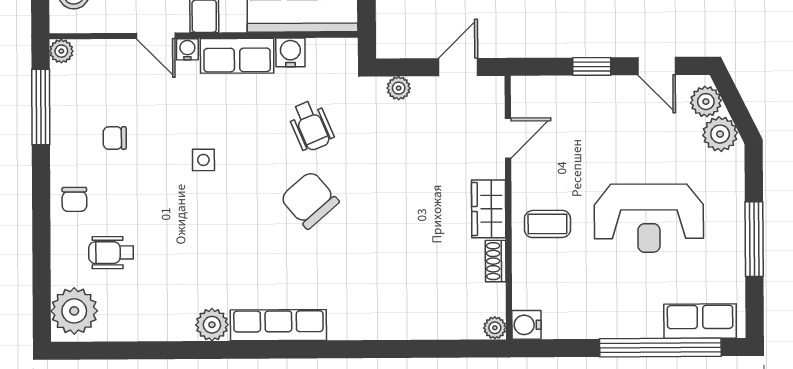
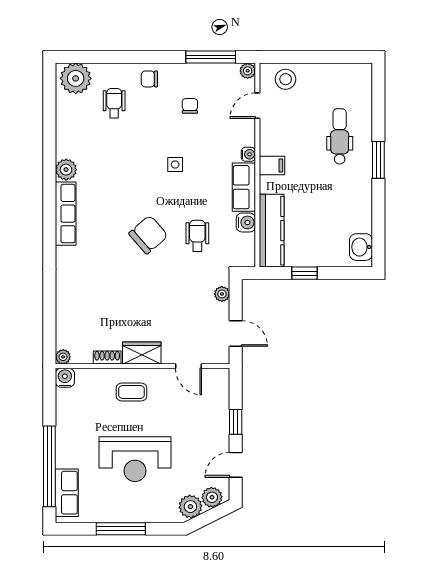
door: (156, 36) -> (257, 106), moved
wheelchair: (311, 126) -> (197, 236), turned 113
reception desk: (649, 218) -> (135, 459), turned -90
coffee table: (547, 224) -> (132, 392), turned 90

